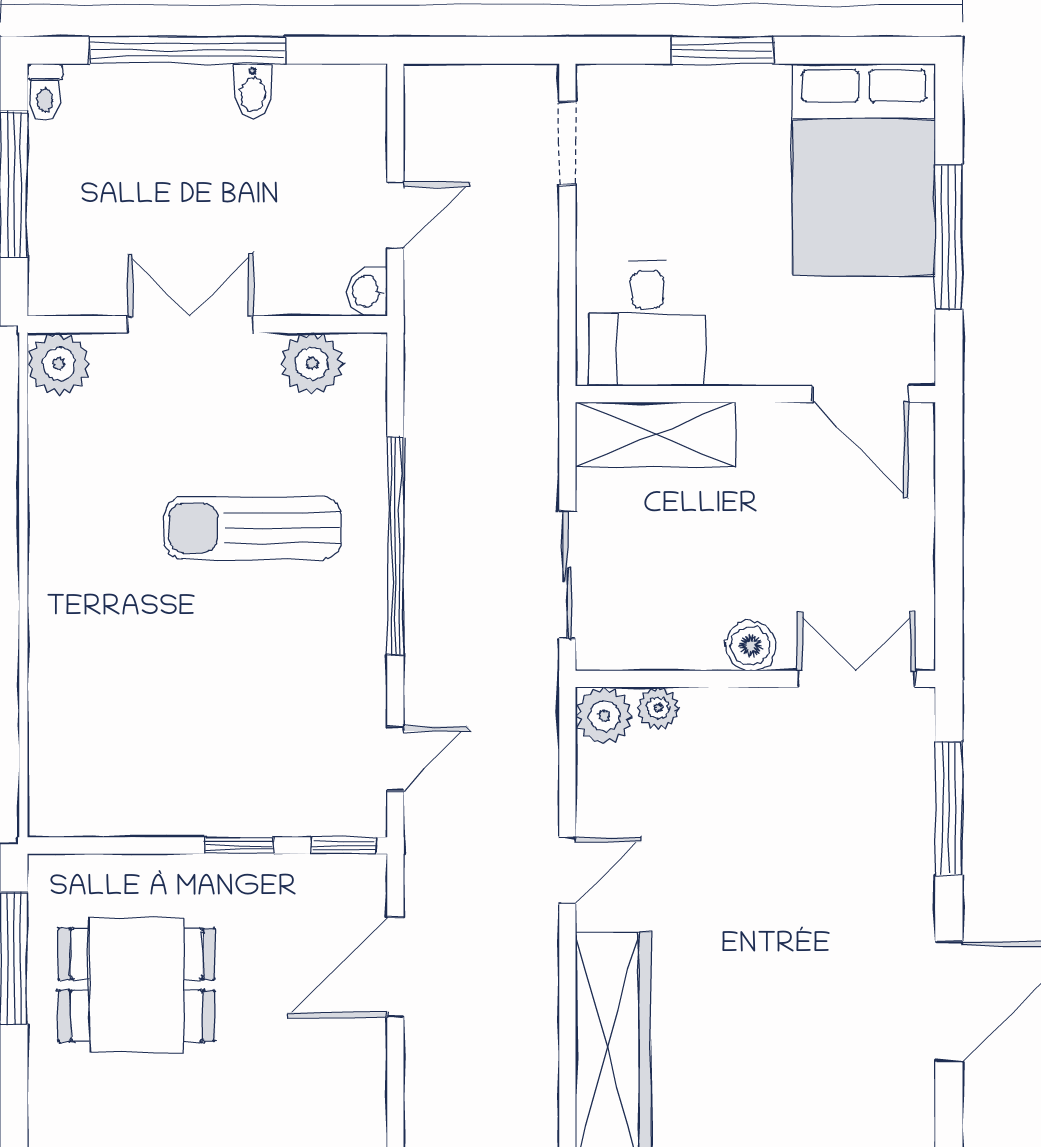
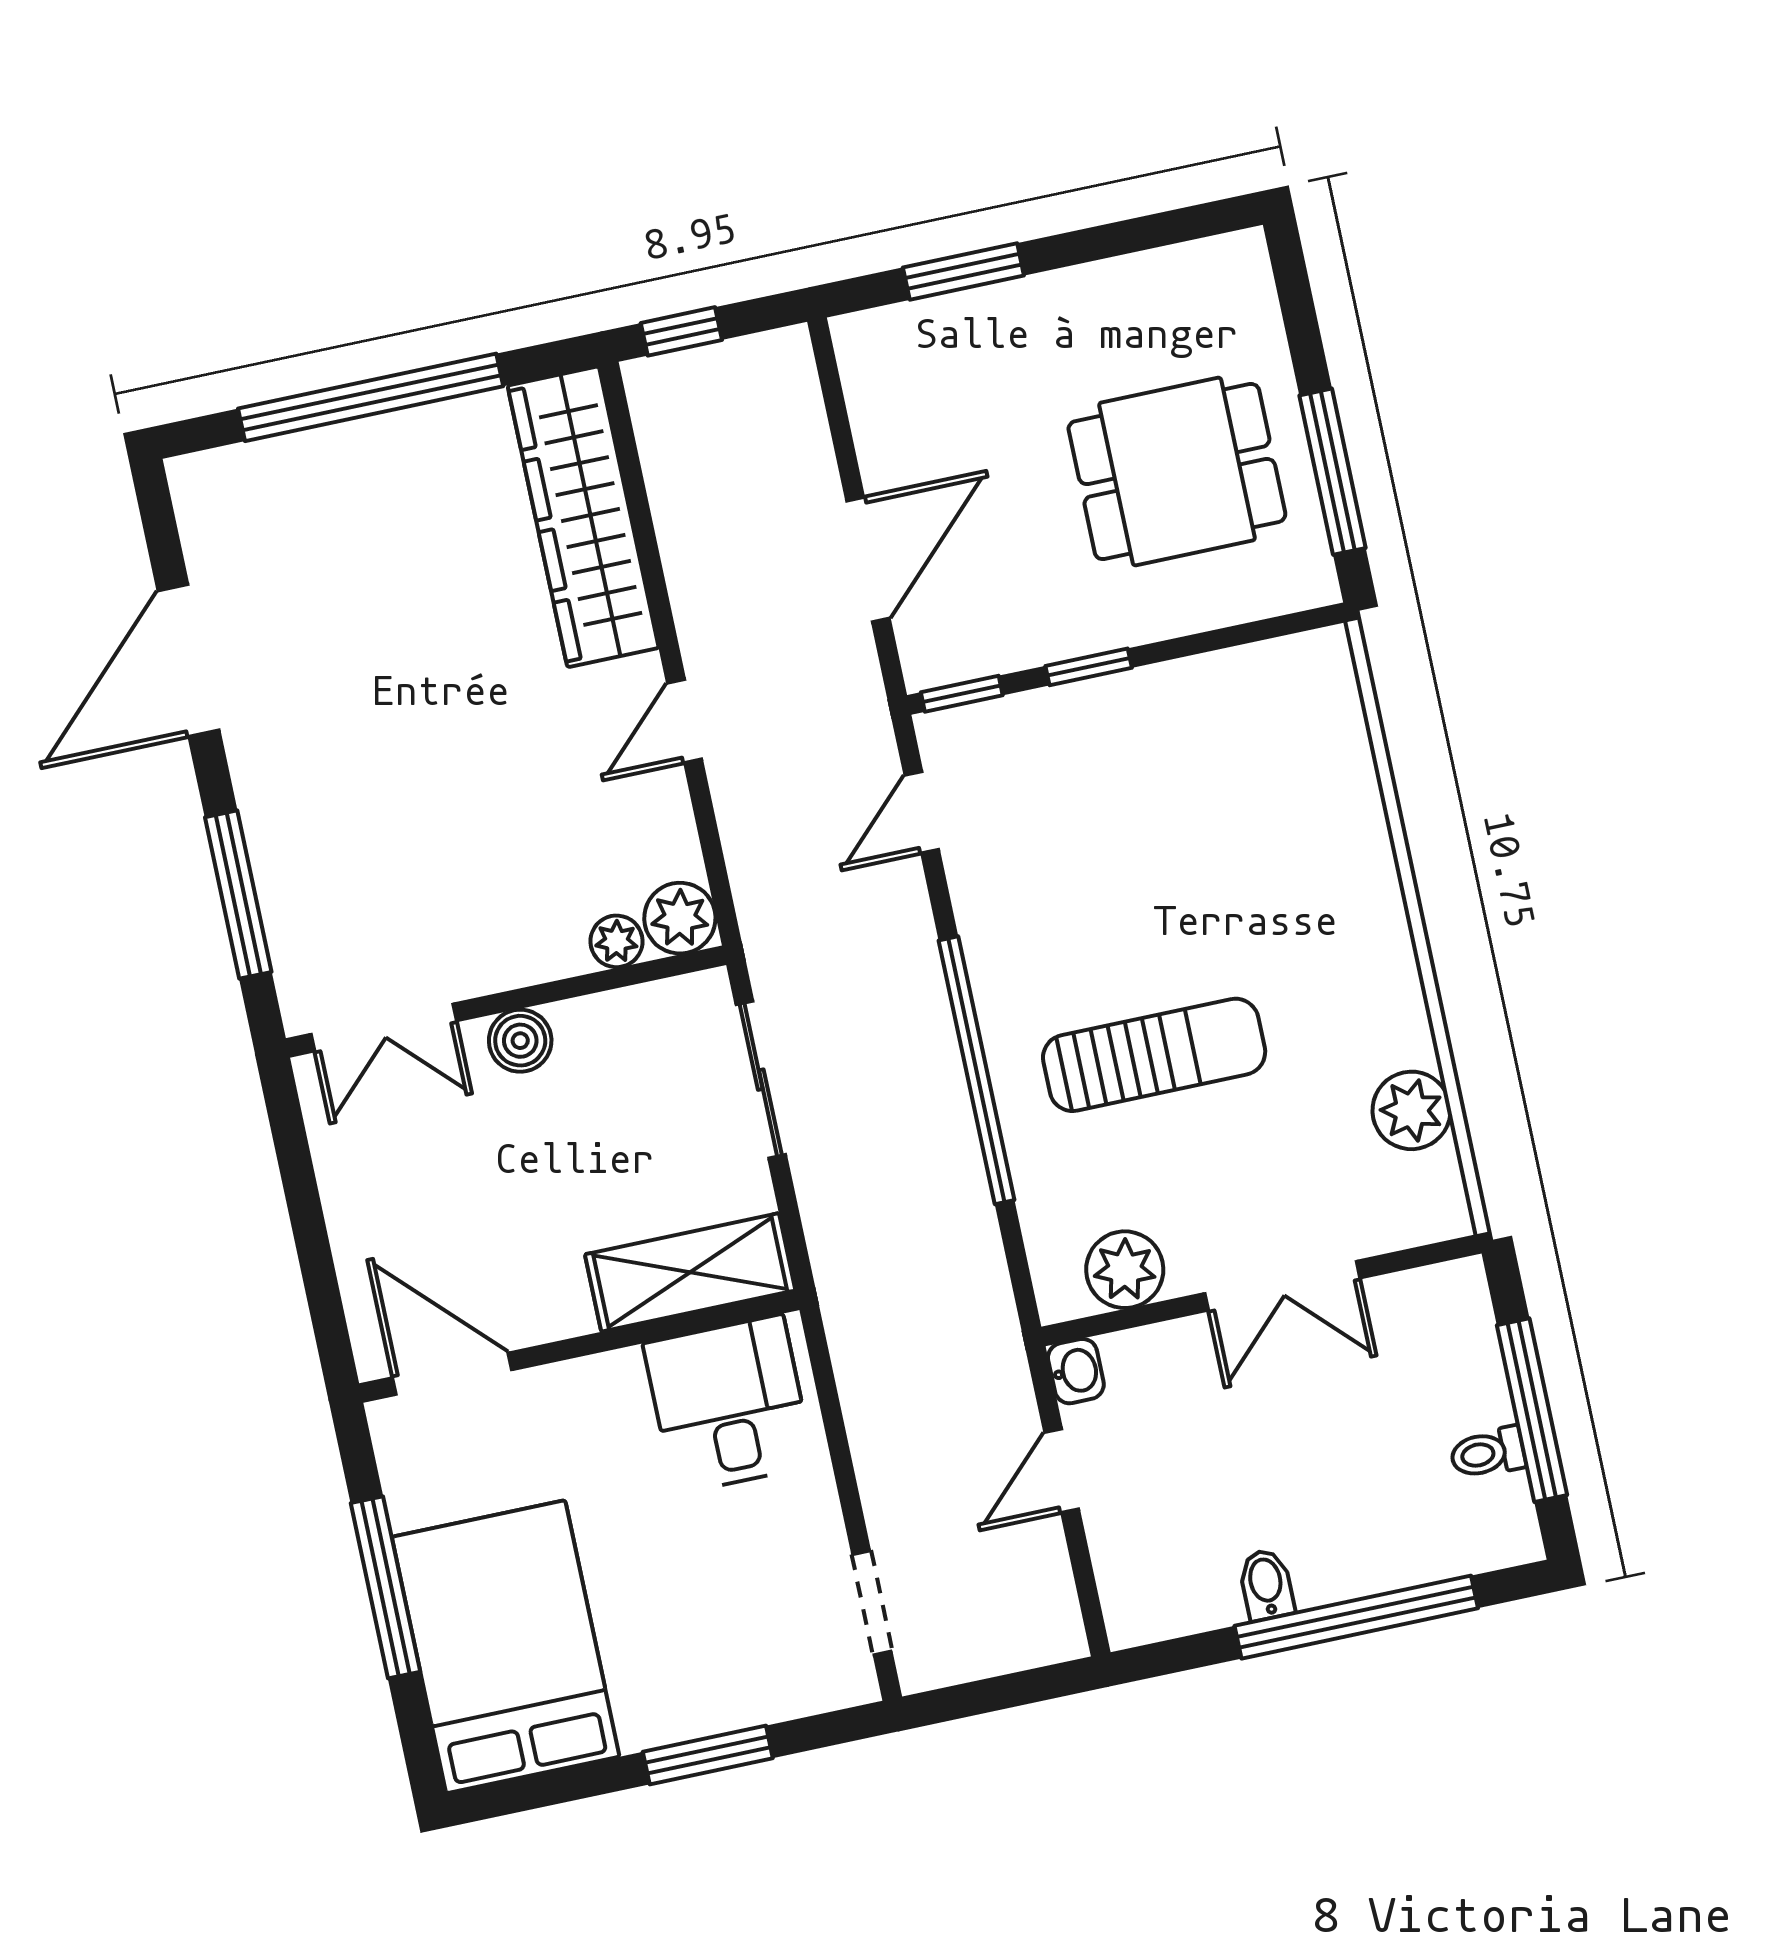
toilet: (45, 92) -> (1488, 1453), moved, turned -90
plant: (59, 364) -> (1411, 1110), moved

